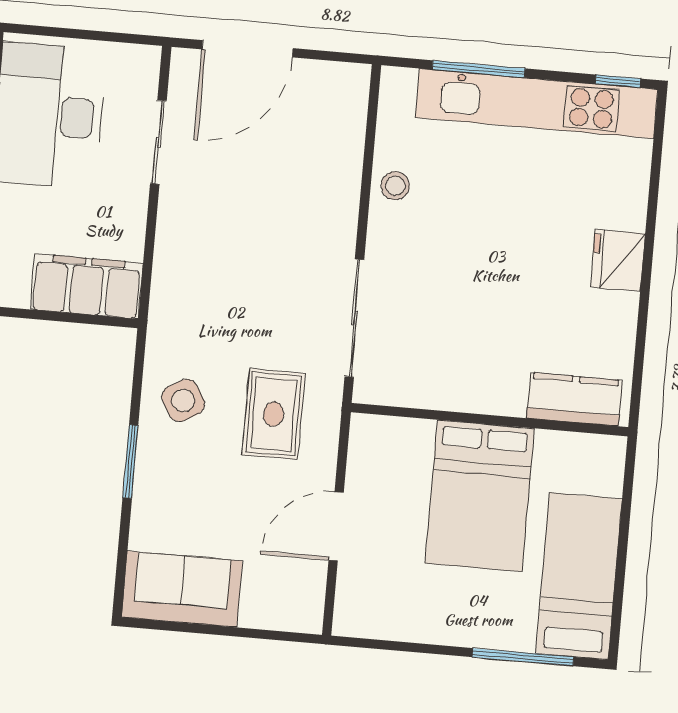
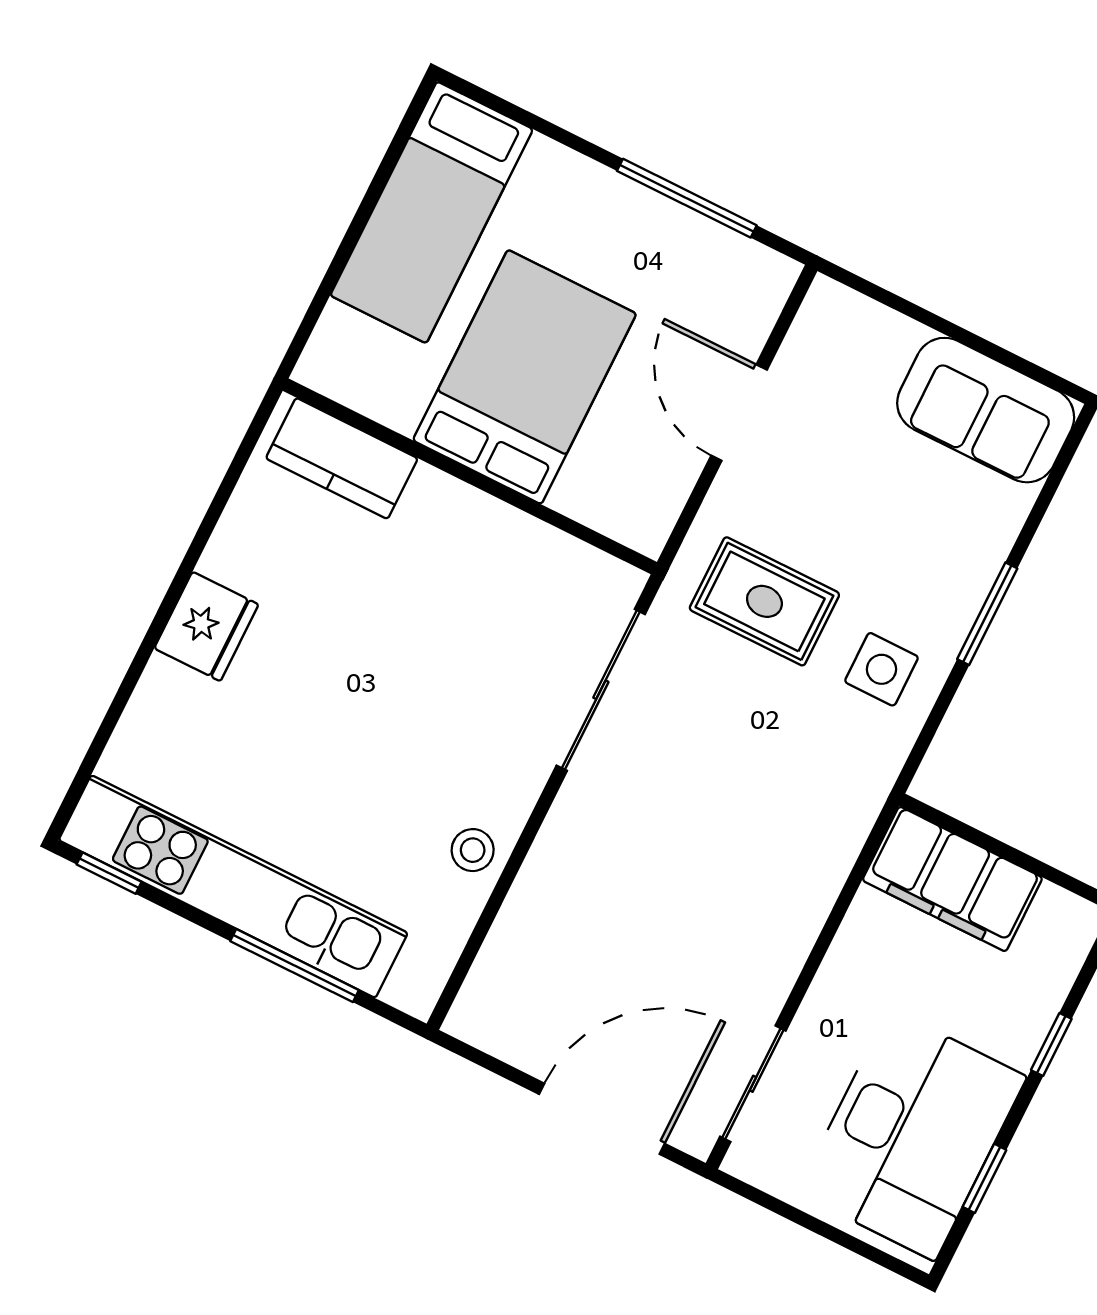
sliding door: (158, 142) -> (753, 1084), moved
side table: (183, 400) -> (881, 669), turned 31
rug: (273, 414) -> (764, 601), turned 90
door: (336, 526) -> (739, 413), swing flipped
window: (523, 657) -> (687, 198), moved

